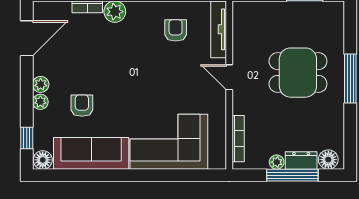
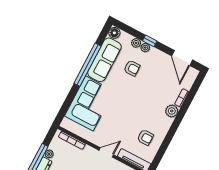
plant: (41, 84) -> (136, 43), moved
window: (27, 138) -> (150, 41), moved
window: (112, 175) -> (87, 65), added

